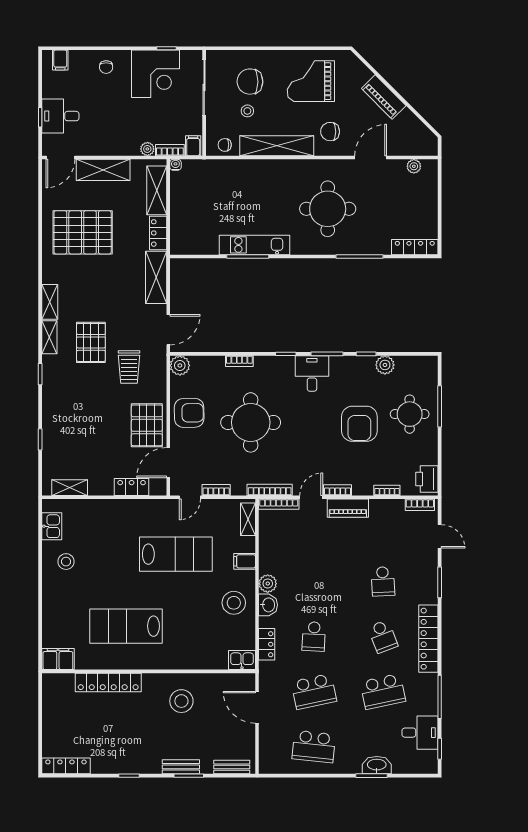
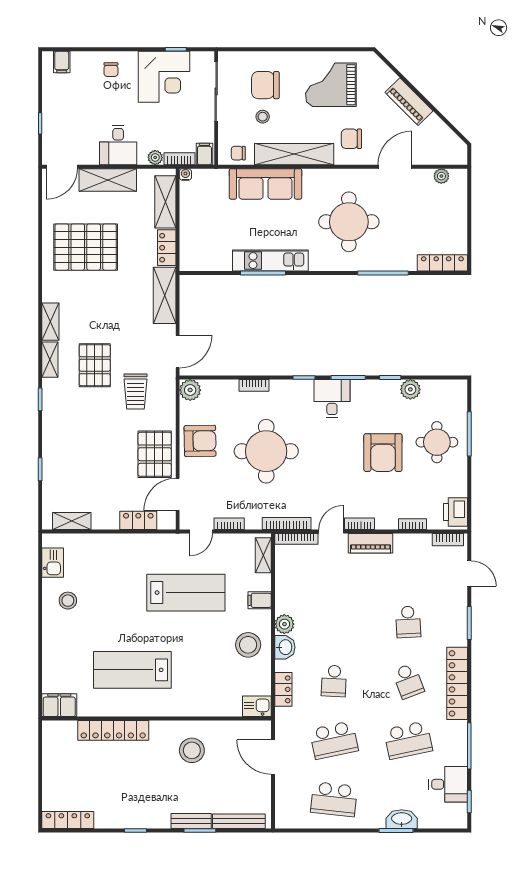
desk: (60, 116) -> (118, 145), moved, turned -90
sofa: (250, 174) -> (265, 184), added
bench: (232, 767) -> (239, 821), width x1.36

